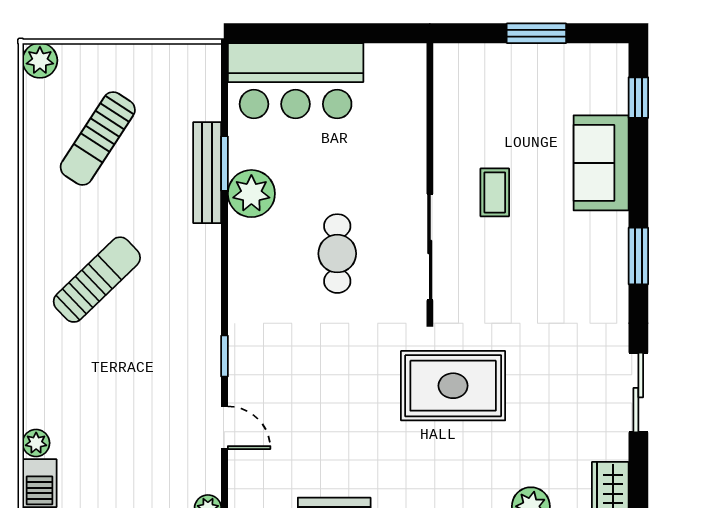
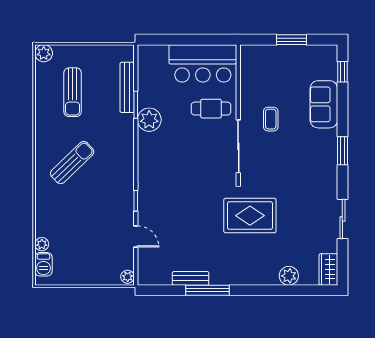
bar counter: (296, 81) -> (203, 63), moved
sun lounger: (98, 138) -> (73, 92), turned -33
bench: (207, 173) -> (127, 87), moved
cafe table: (337, 254) -> (211, 109), moved, turned 90

